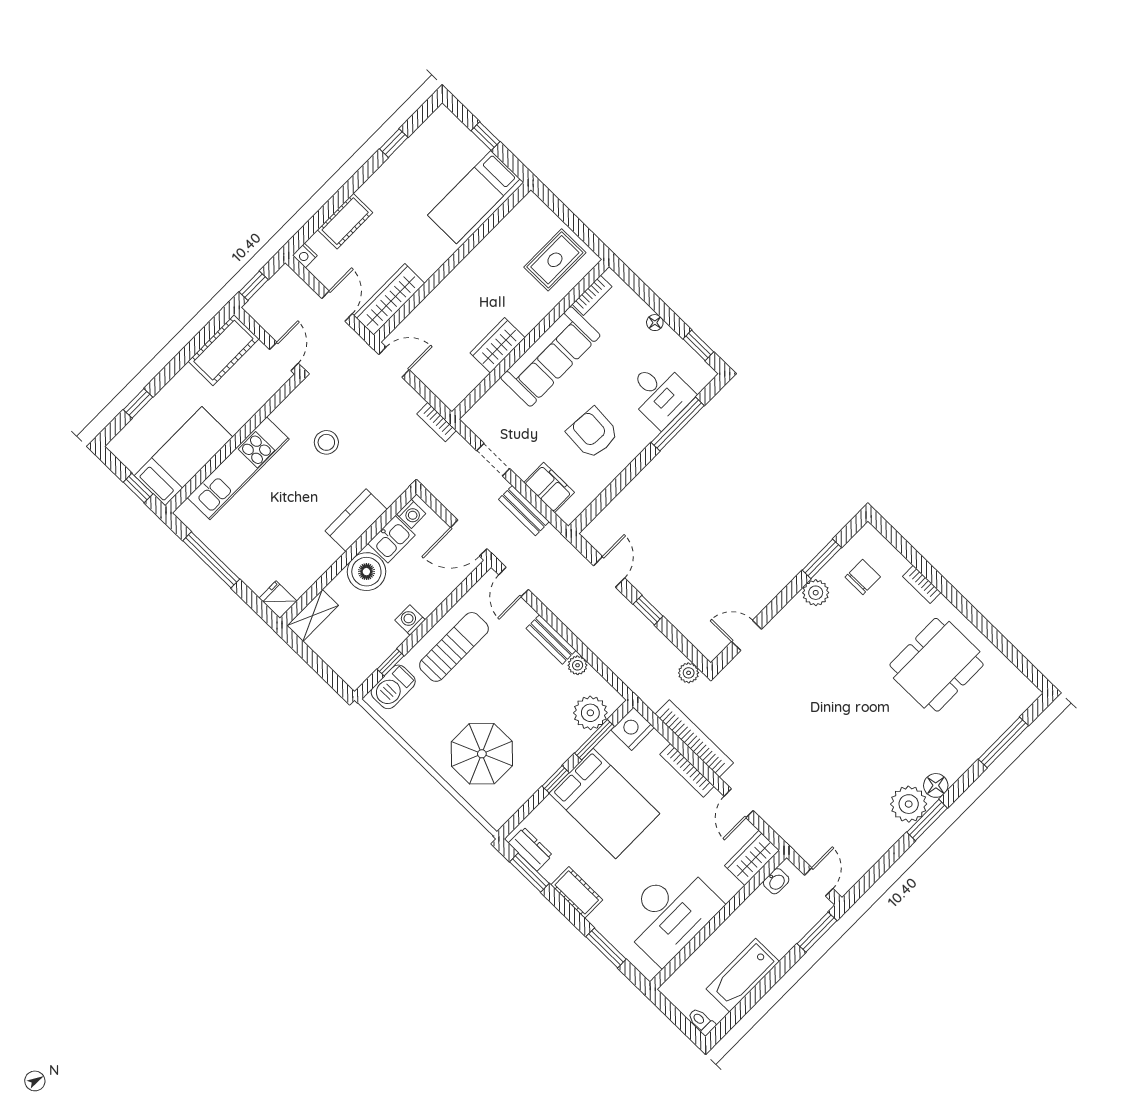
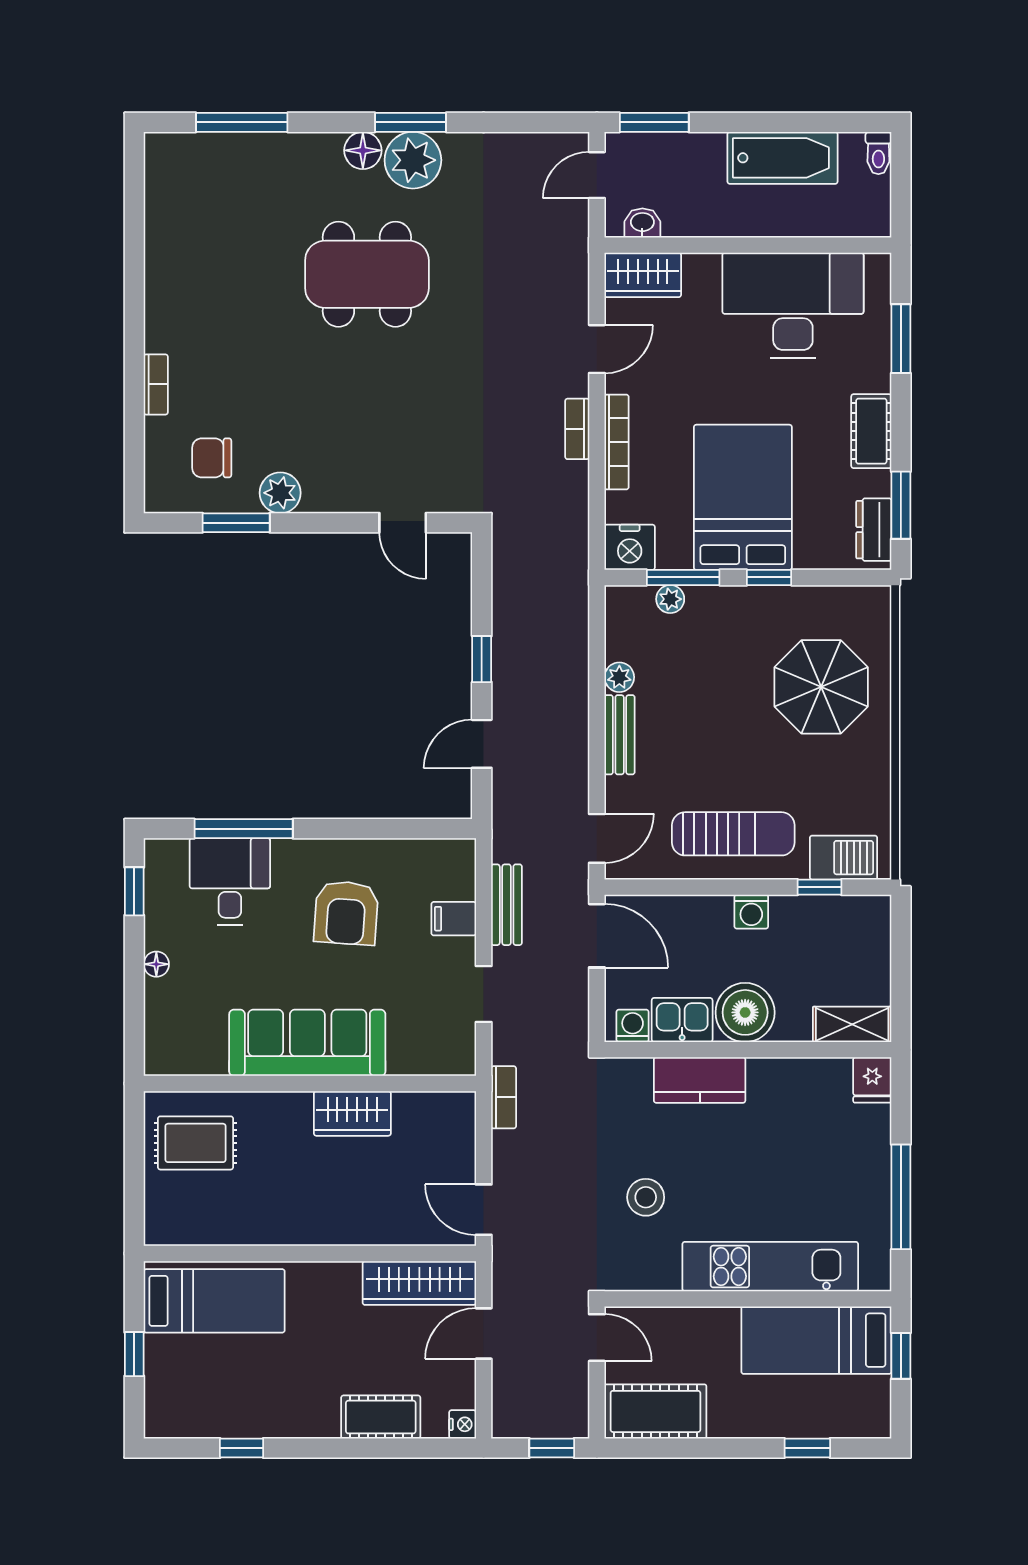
bookcase: (592, 295) -> (195, 1063), removed
door: (284, 356) -> (597, 1338), swing flipped
filing cabinet: (549, 488) -> (454, 919), width x0.50
sun lounger: (454, 647) -> (733, 834), turned 180
dining table: (937, 665) -> (367, 274), moved
plant: (689, 673) -> (507, 546), removed
plant: (590, 713) -> (670, 599), width x0.53, depth x0.53
bookcase: (694, 739) -> (577, 429), width x0.43, depth x0.76

